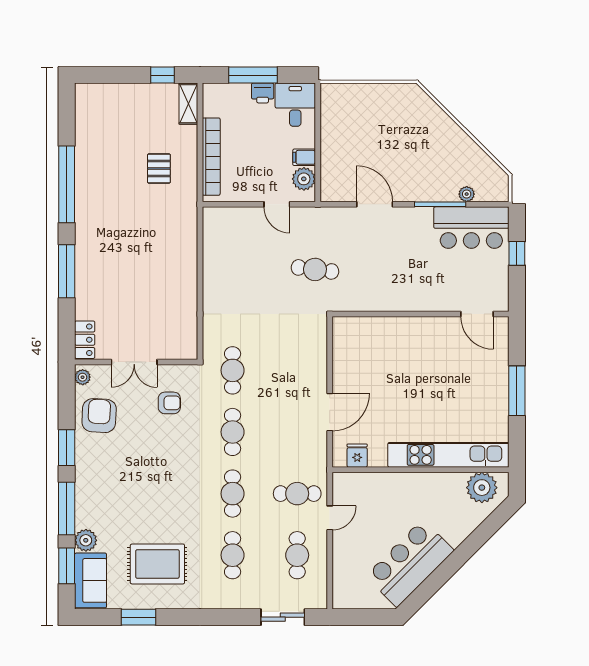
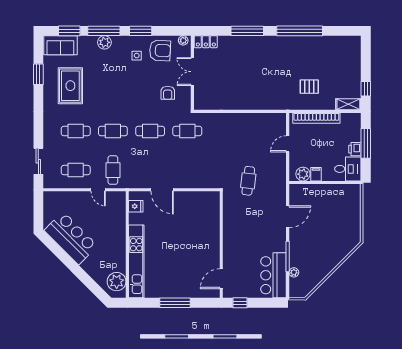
door: (277, 204) -> (288, 144), moved
window: (517, 253) -> (240, 303), moved
side table: (108, 454) -> (137, 56), added
plant: (86, 540) -> (104, 42), moved

